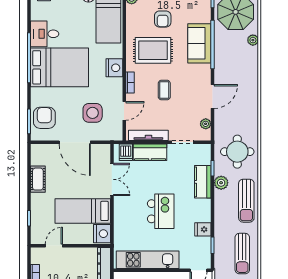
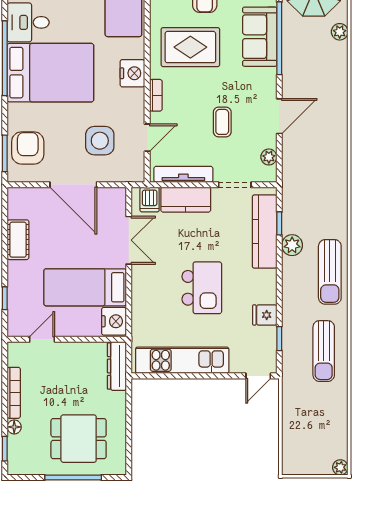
coffee table: (164, 90) -> (222, 122), moved
round table: (237, 152) -> (316, 199), removed
kitchen counter: (203, 182) -> (265, 232), width x1.50

